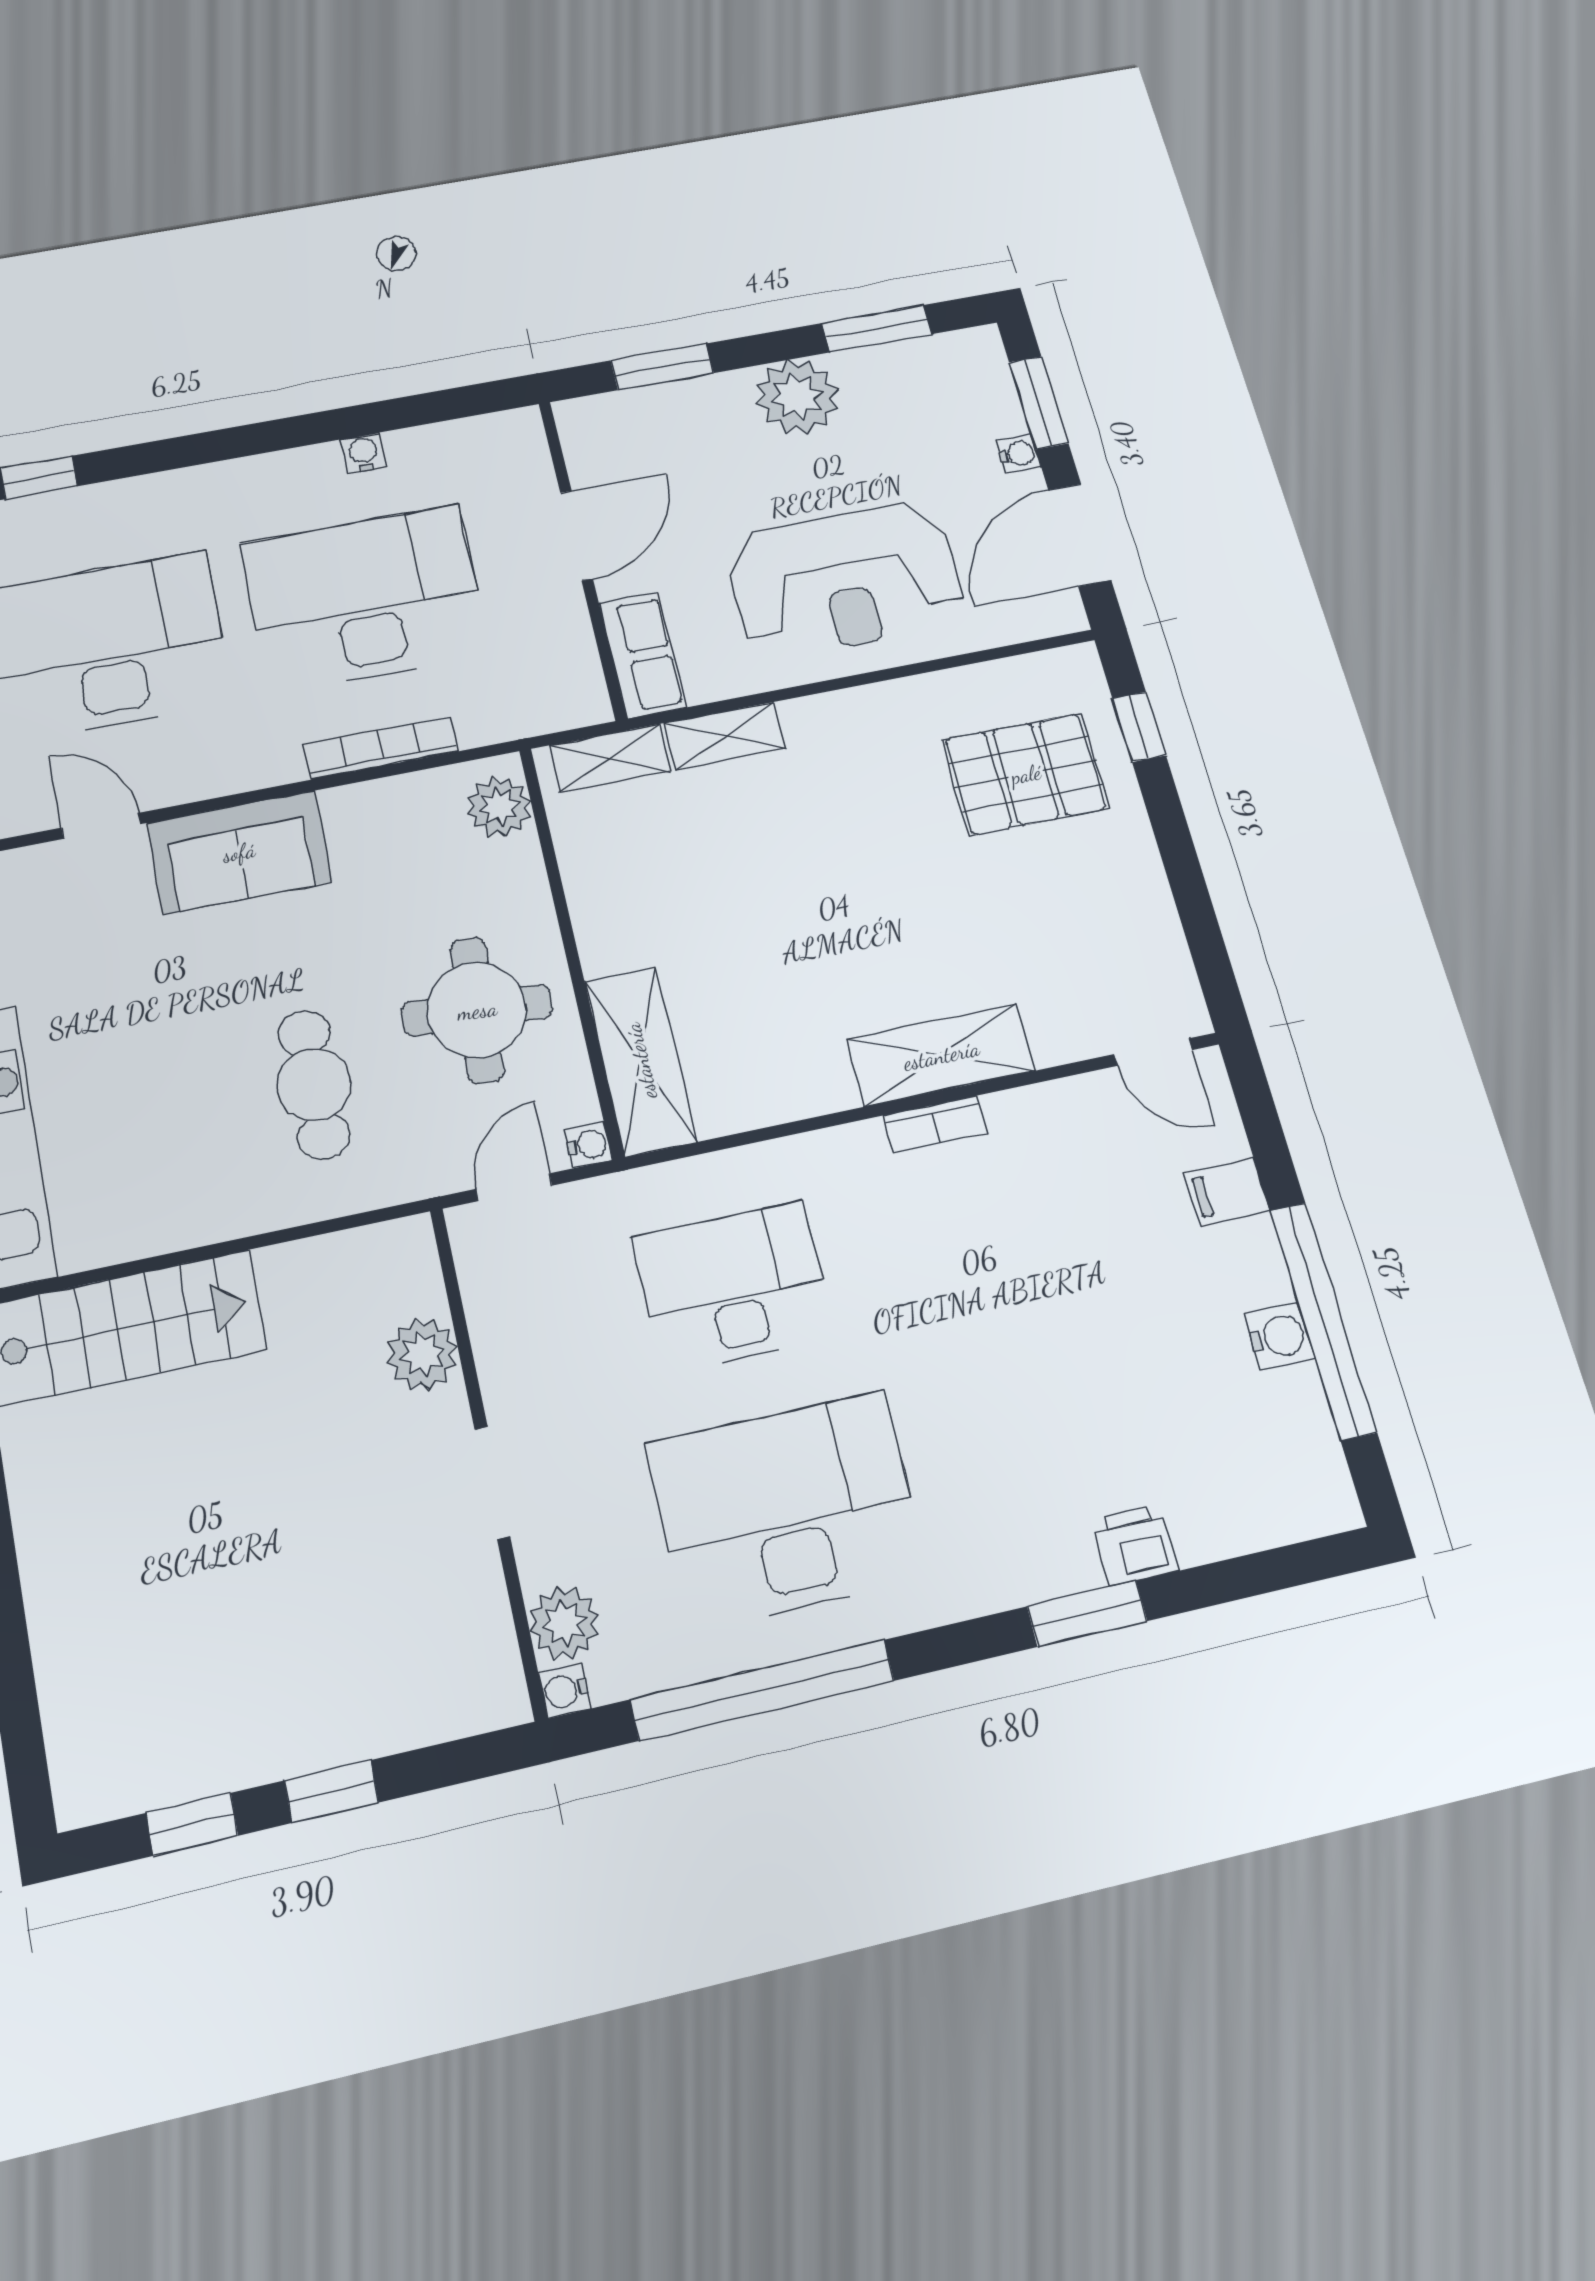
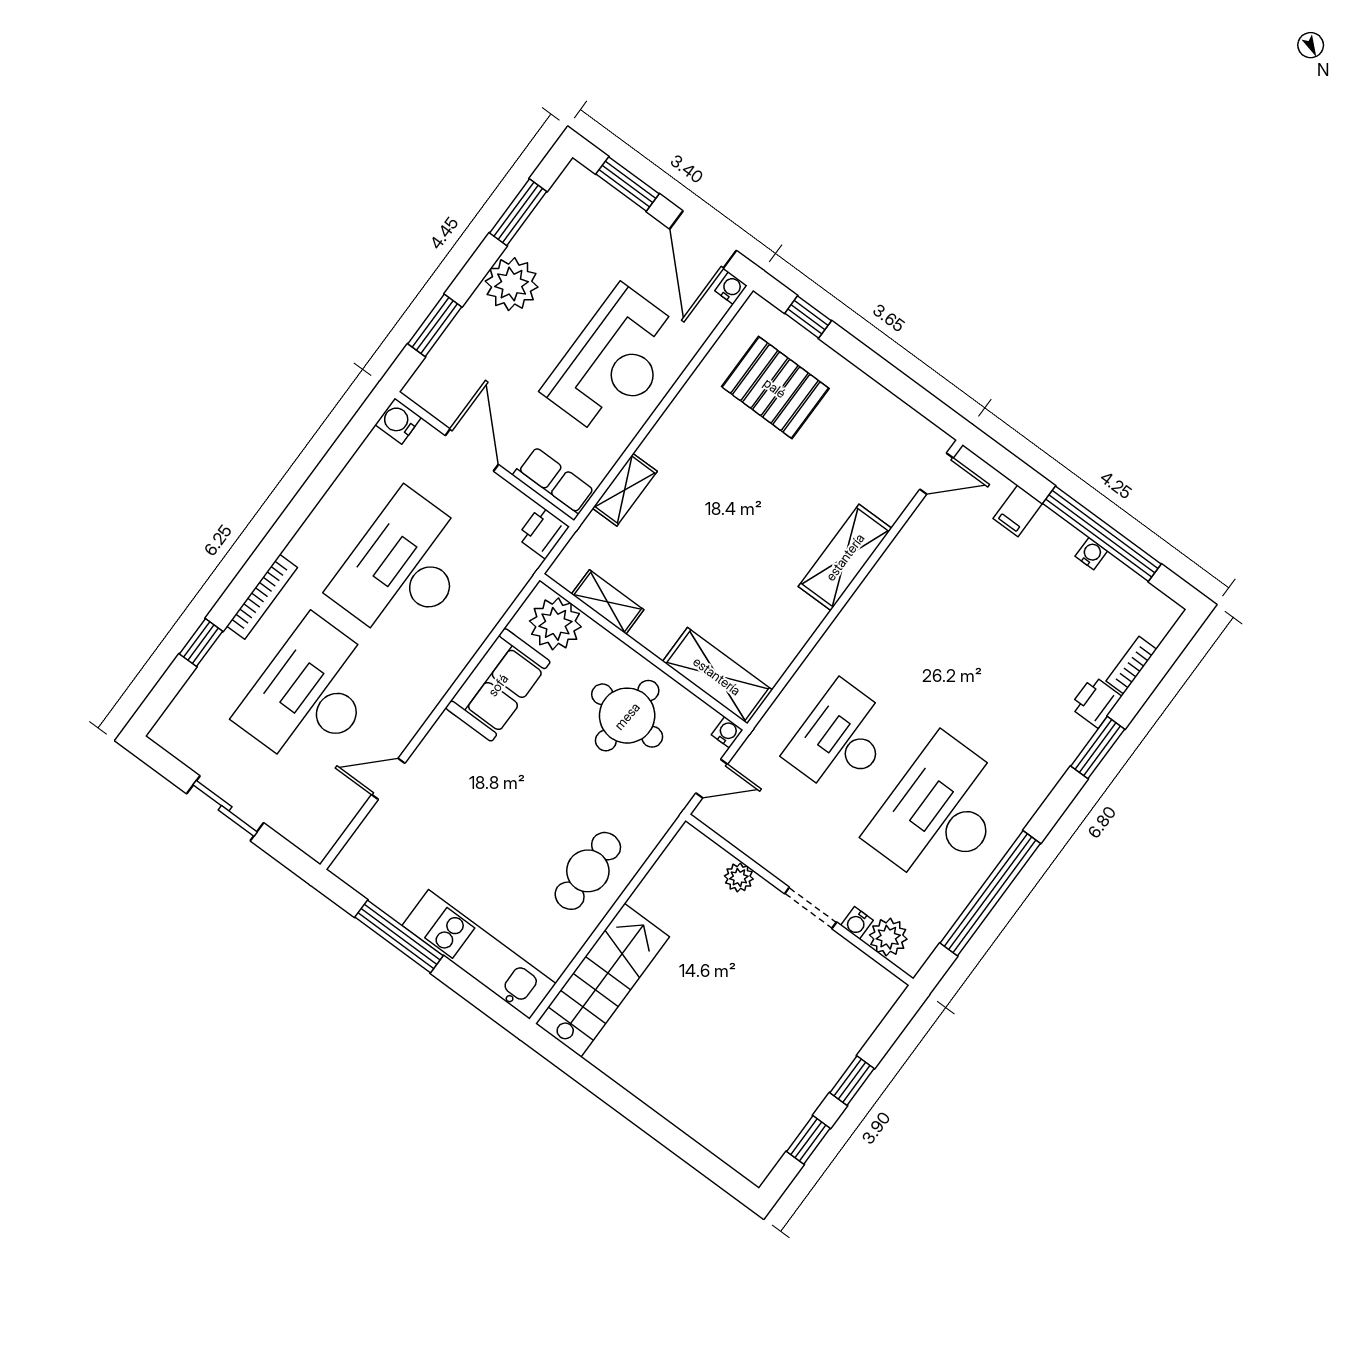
water cooler: (364, 453) -> (398, 421), moved, width x1.38, depth x1.38
water cooler: (1018, 454) -> (731, 288), moved
printer: (576, 699) -> (543, 532), added
bookcase: (381, 748) -> (262, 597), moved, turned 180
shelving: (610, 758) -> (608, 602), moved, turned 90
pallet: (1026, 774) -> (775, 388), turned 90
plant: (499, 807) -> (555, 624), width x1.36, depth x1.36
sofa: (239, 852) -> (498, 685), moved
cafe table: (314, 1085) -> (588, 871), moved, turned 90
bookcase: (935, 1124) -> (1131, 665), moved, turned 180
door: (514, 1187) -> (712, 779), swing flipped
water cooler: (1279, 1336) -> (1091, 554), width x0.72, depth x0.72
plant: (422, 1354) -> (739, 877), width x0.73, depth x0.73
water cooler: (565, 1691) -> (857, 923), moved

